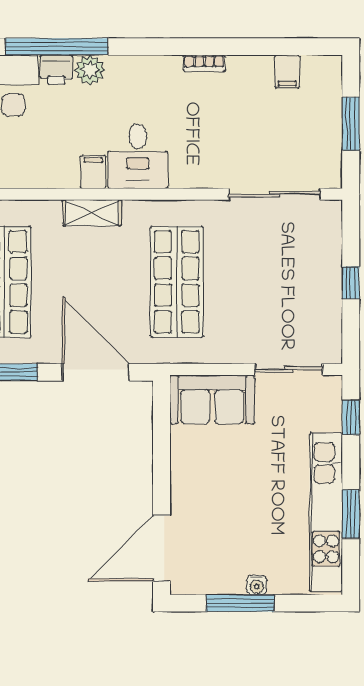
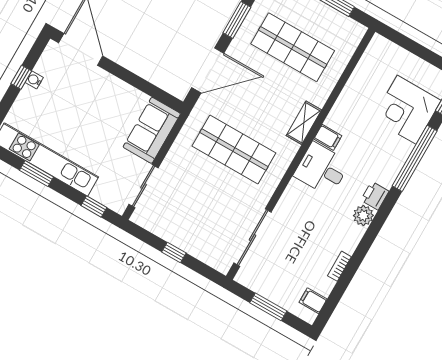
bookcase: (204, 63) -> (339, 266), moved
printer: (56, 70) -> (375, 196), moved
plant: (90, 70) -> (363, 216), moved
filing cabinet: (287, 72) -> (313, 301), moved
water cooler: (257, 585) -> (34, 80), moved
window: (240, 603) -> (21, 77), width x0.46

